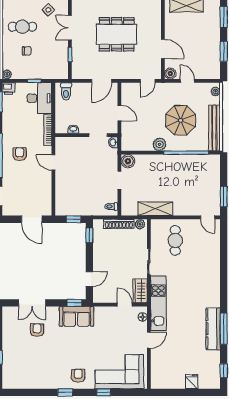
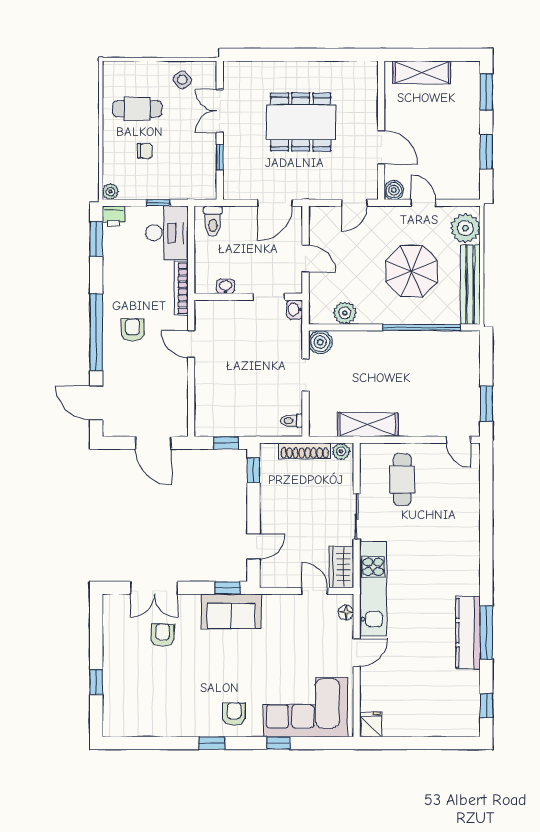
plant: (216, 91) -> (465, 228), width x1.88, depth x1.88
plant: (160, 144) -> (345, 313), moved
fridge: (192, 382) -> (371, 724), moved

